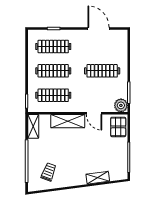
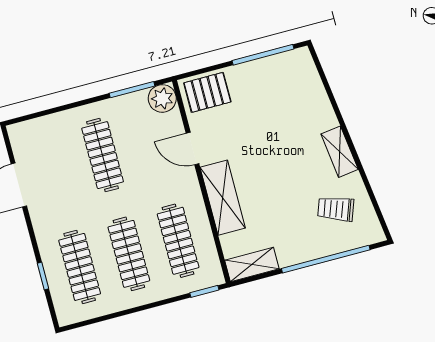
door: (94, 113) -> (192, 149), swing flipped
shelving: (98, 178) -> (340, 152), moved

